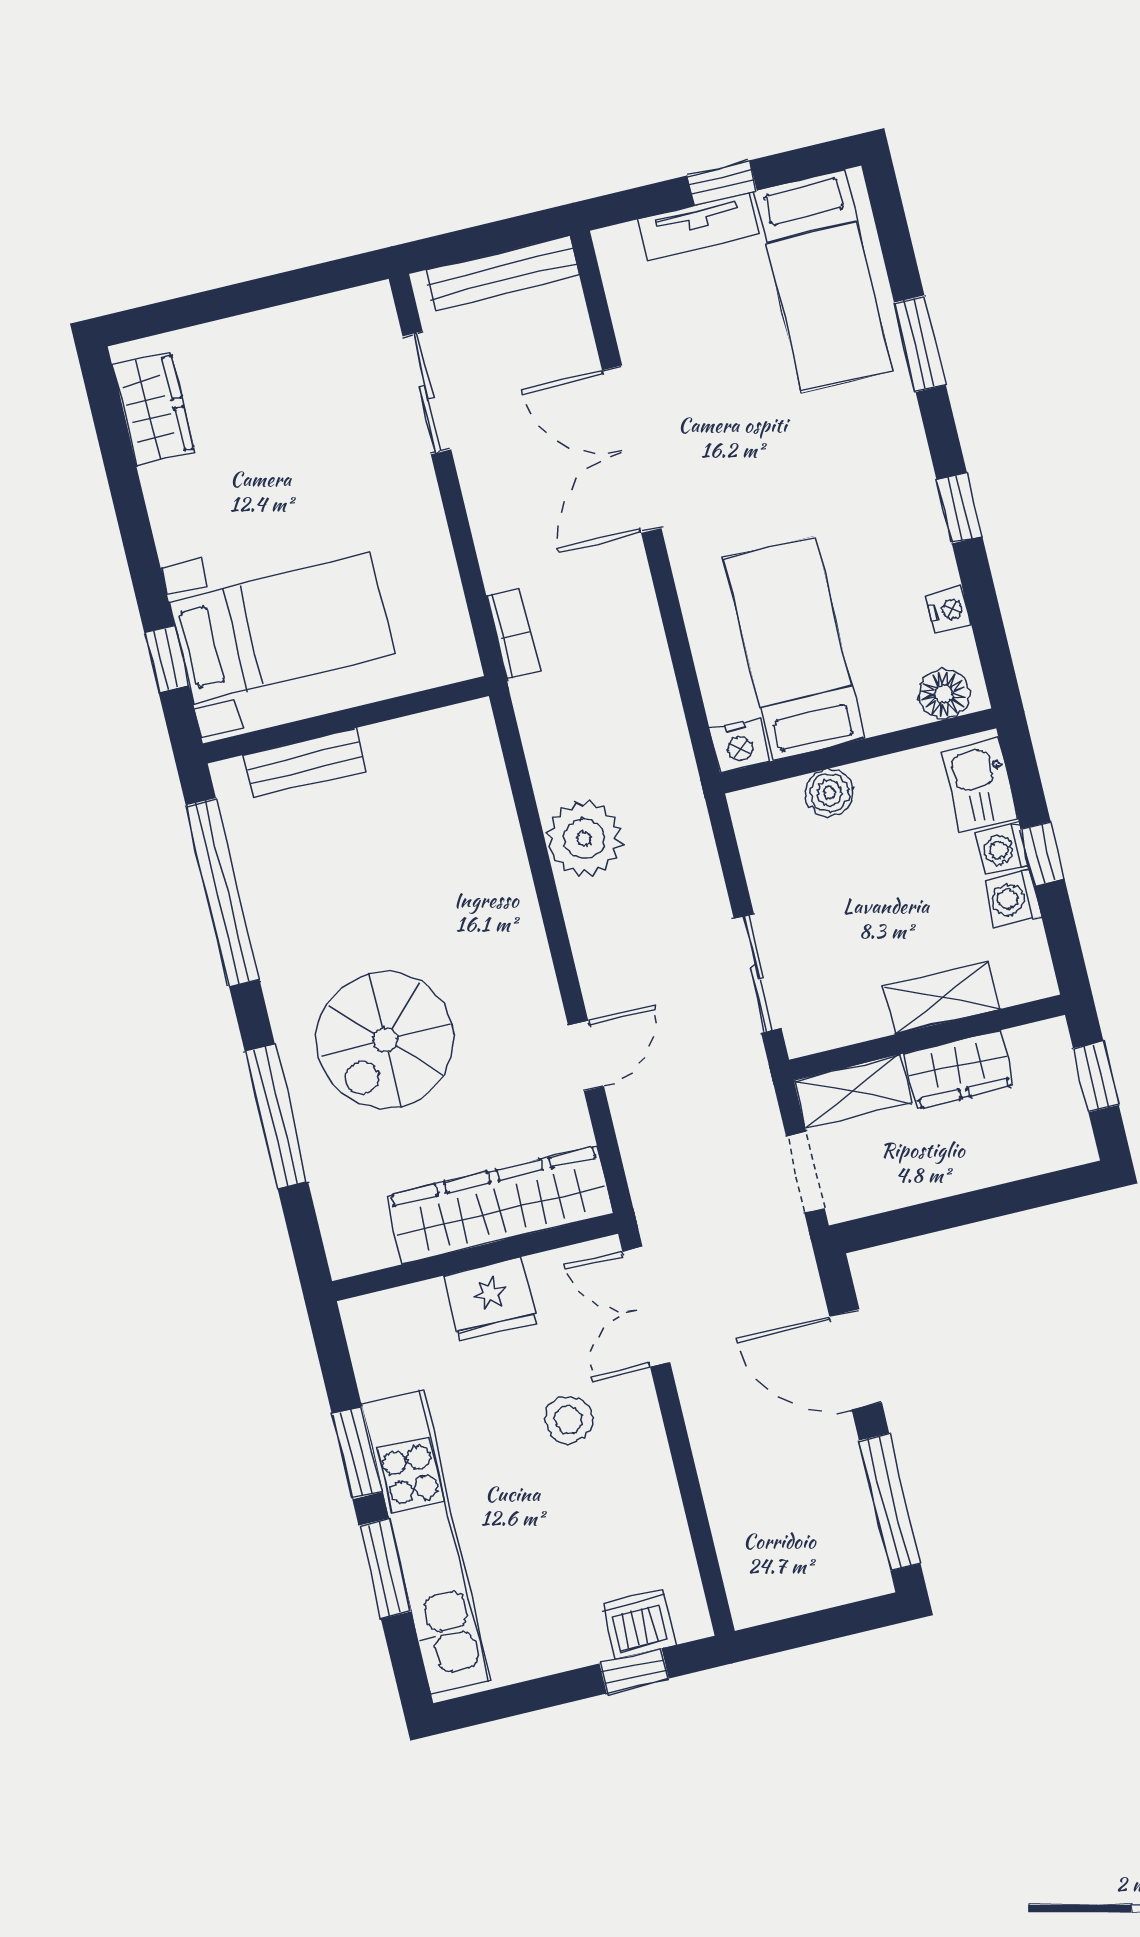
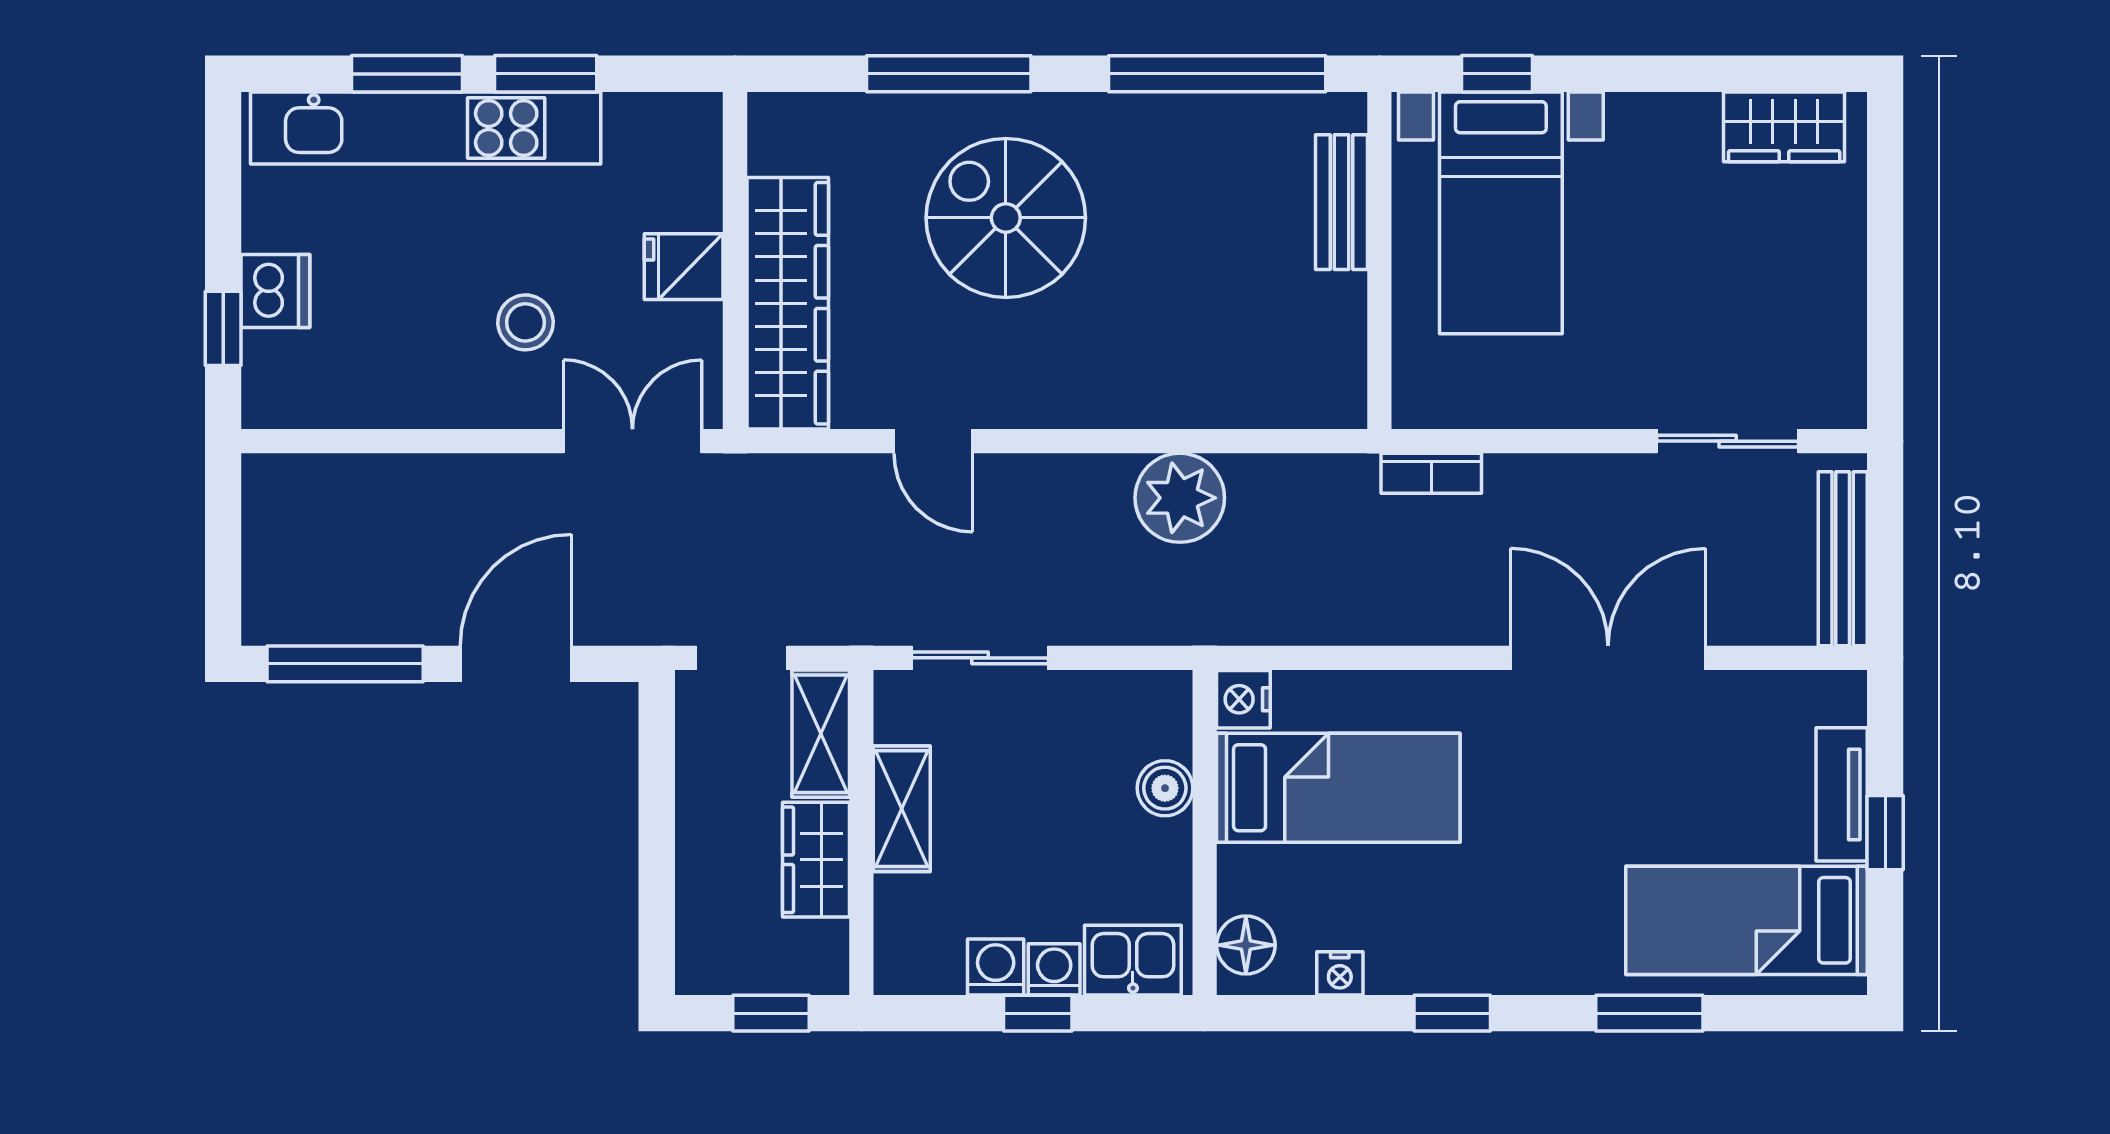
shelving: (942, 998) -> (902, 809), moved
fridge: (490, 1299) -> (684, 267), width x0.72
dishwasher: (639, 1624) -> (275, 291), moved

